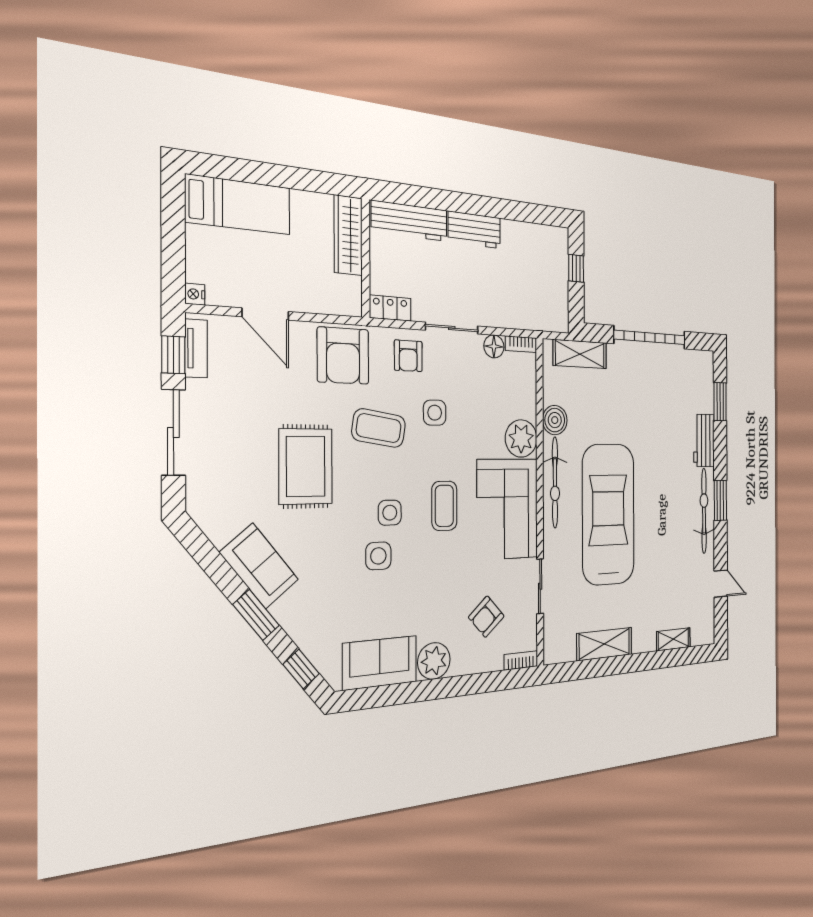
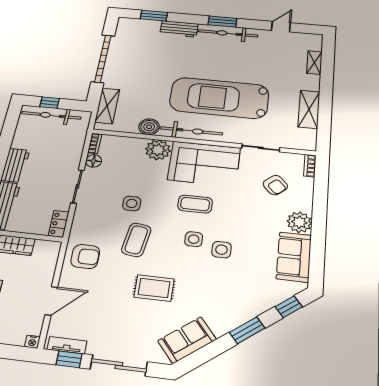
bicycle: (557, 273) -> (51, 115), added
armchair: (343, 356) -> (85, 256), width x0.73, depth x0.73
armchair: (408, 356) -> (92, 216), removed
rug: (306, 466) -> (154, 288), width x0.73, depth x0.70
sofa: (259, 566) -> (187, 340), moved

